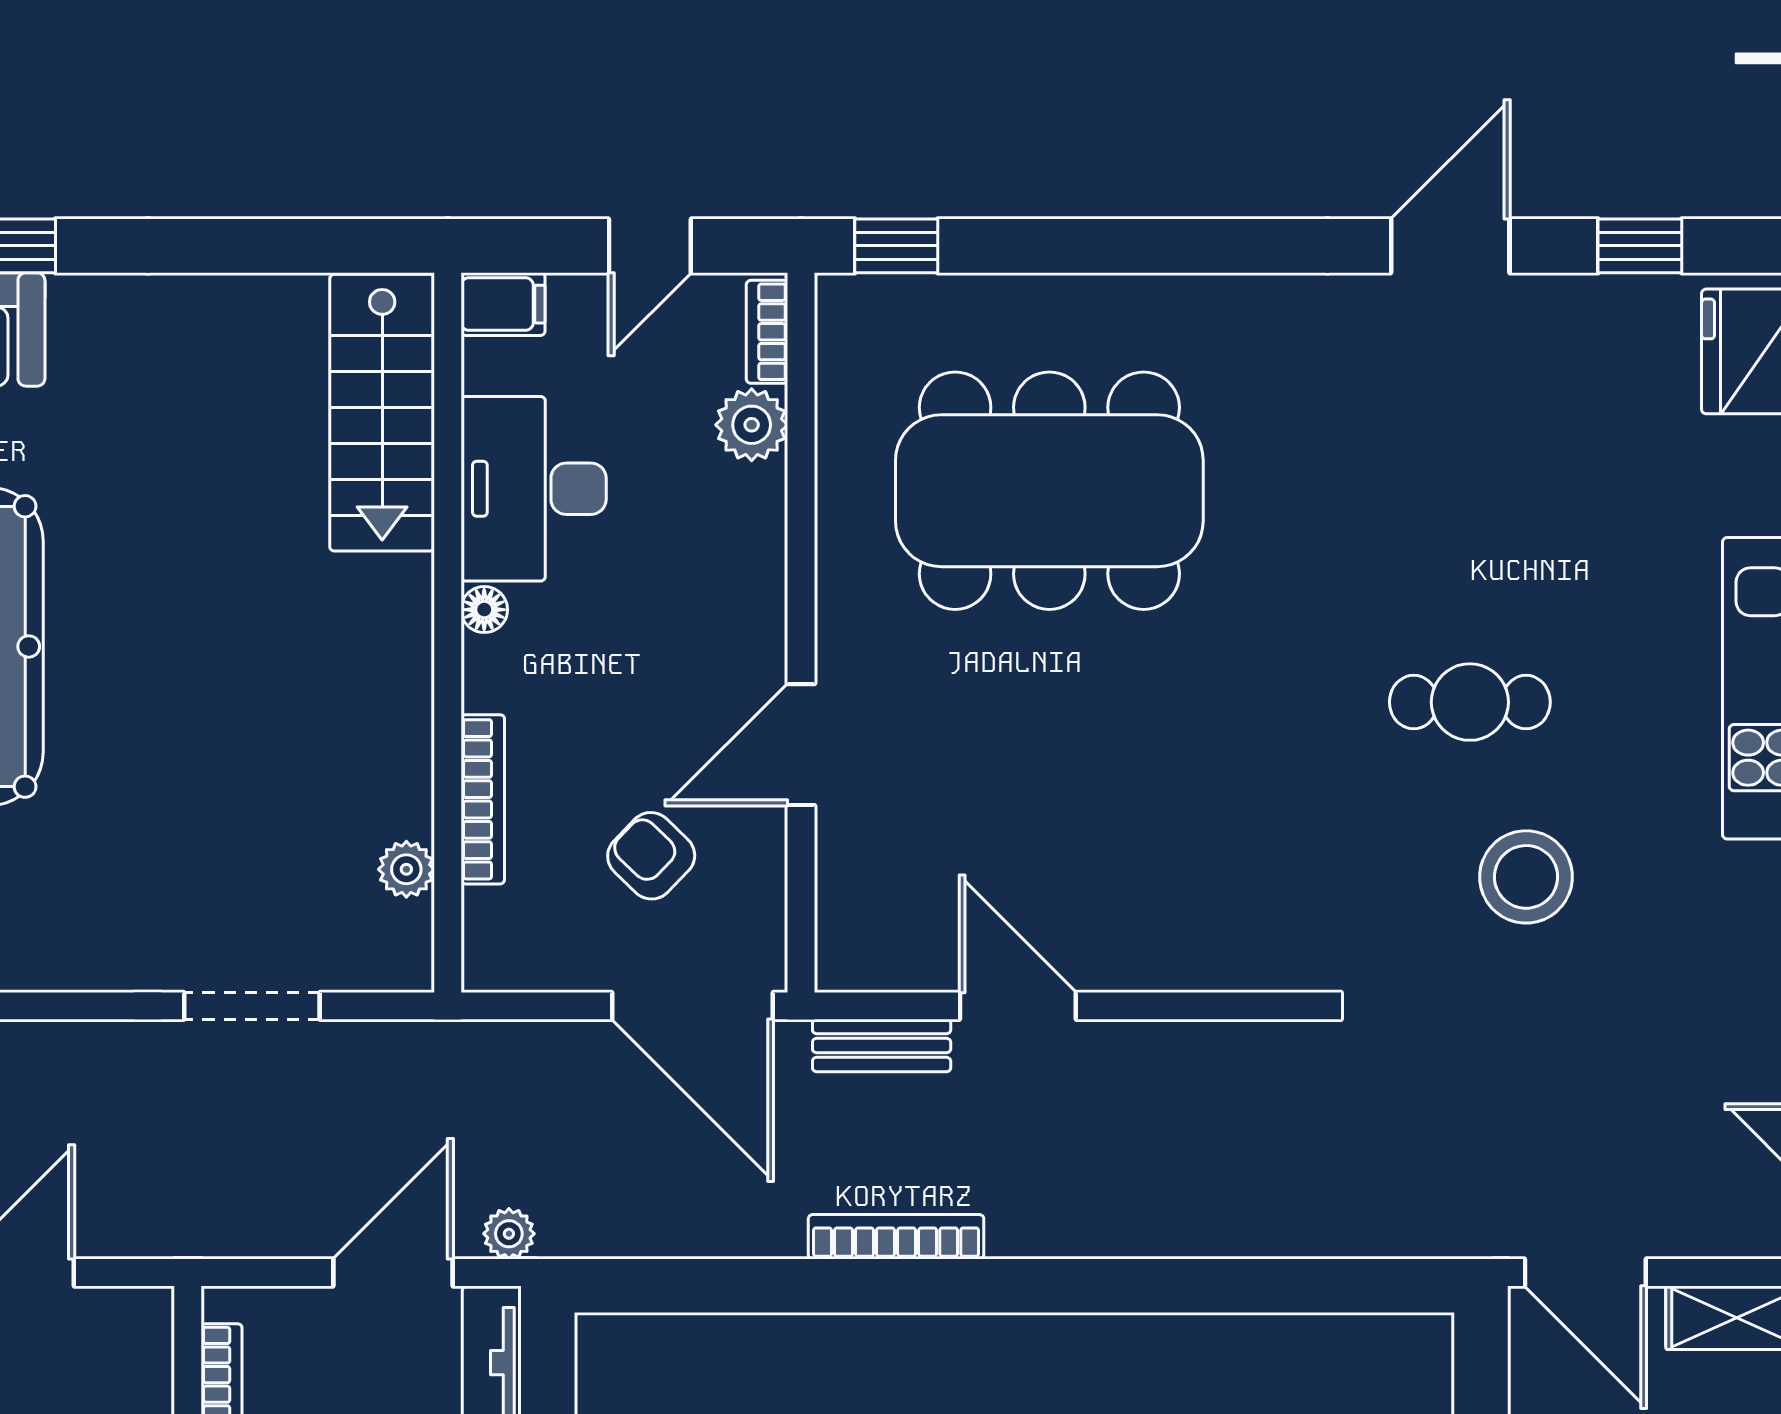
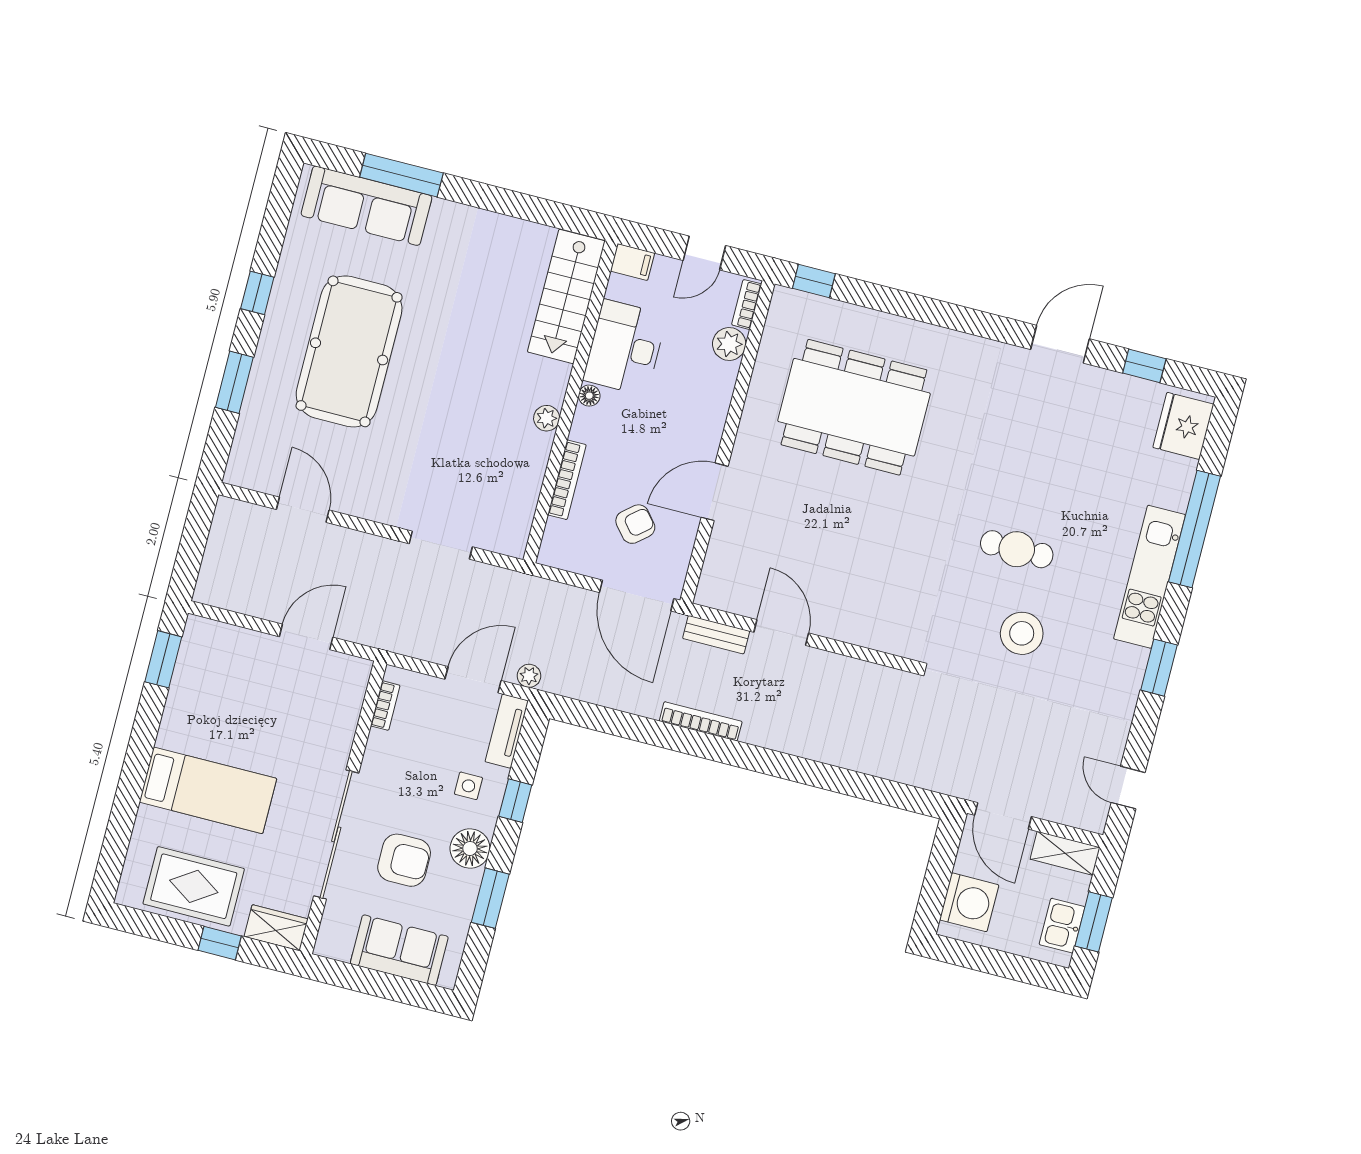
armchair: (651, 856) -> (635, 524), turned 96
plant: (406, 869) -> (547, 418), moved

